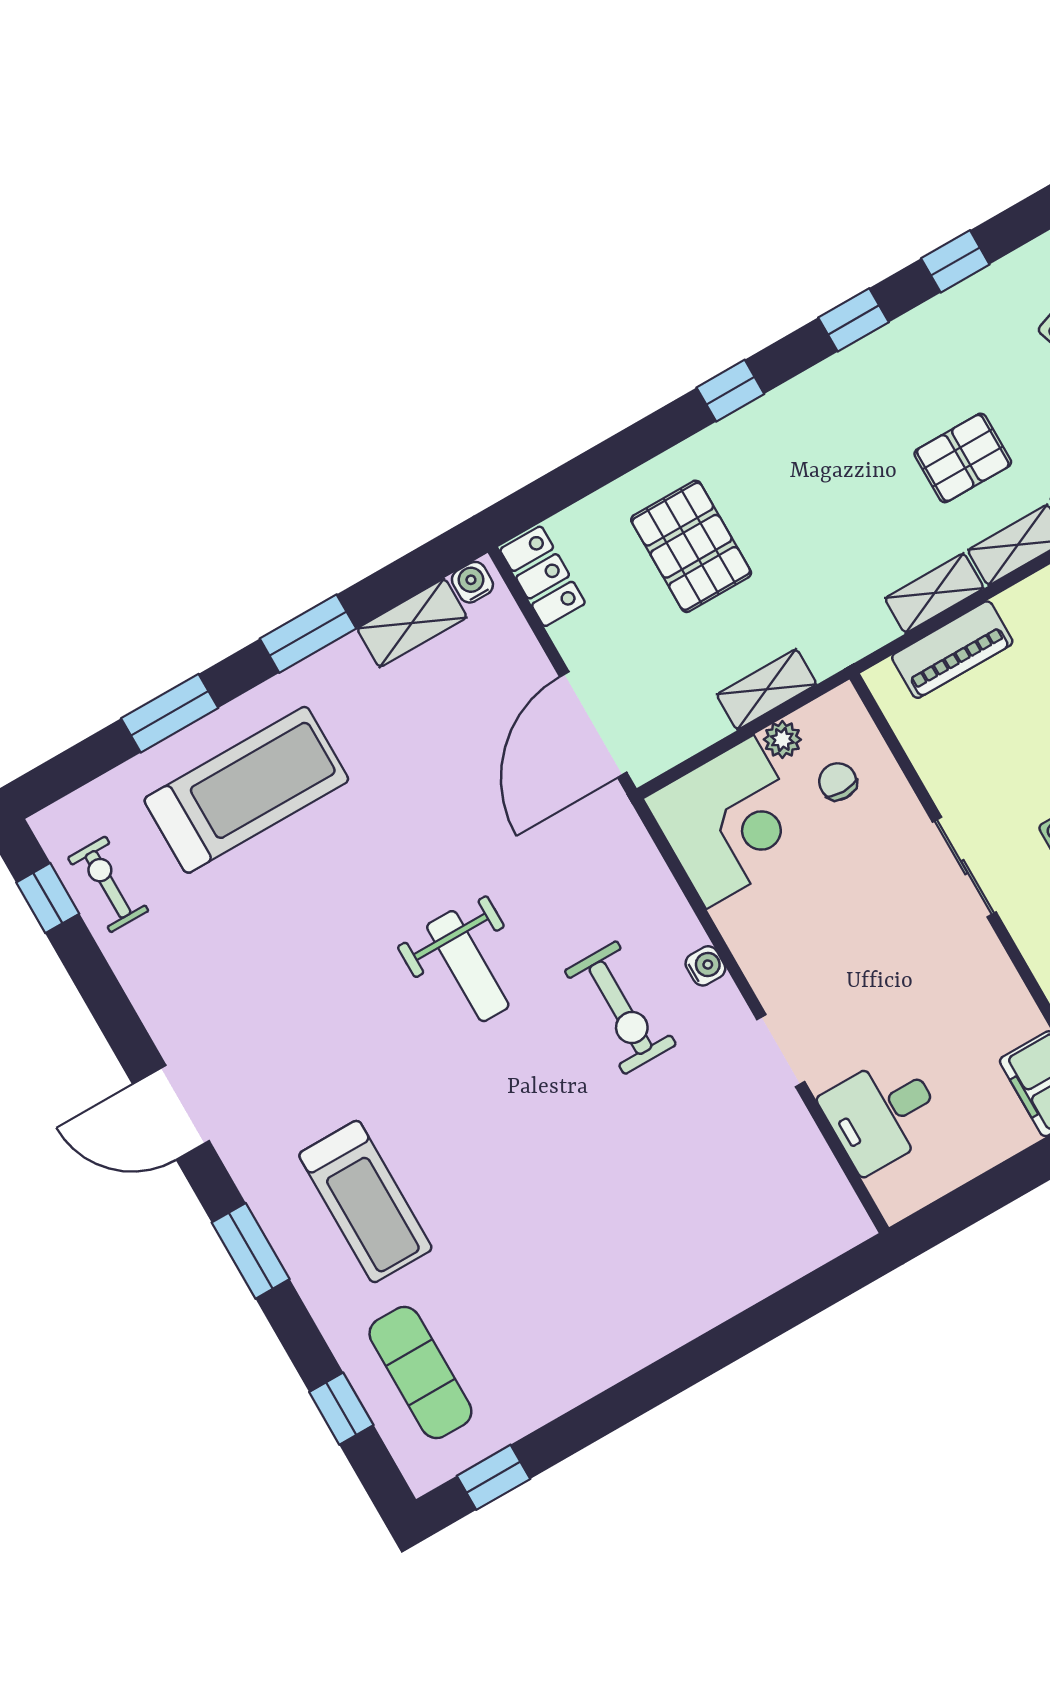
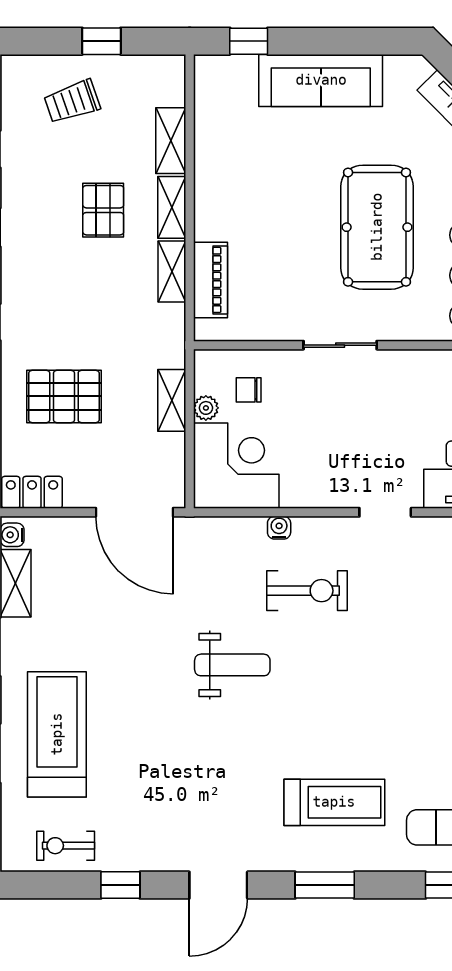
window: (48, 898) -> (120, 885), moved
water cooler: (705, 966) -> (279, 528), moved

